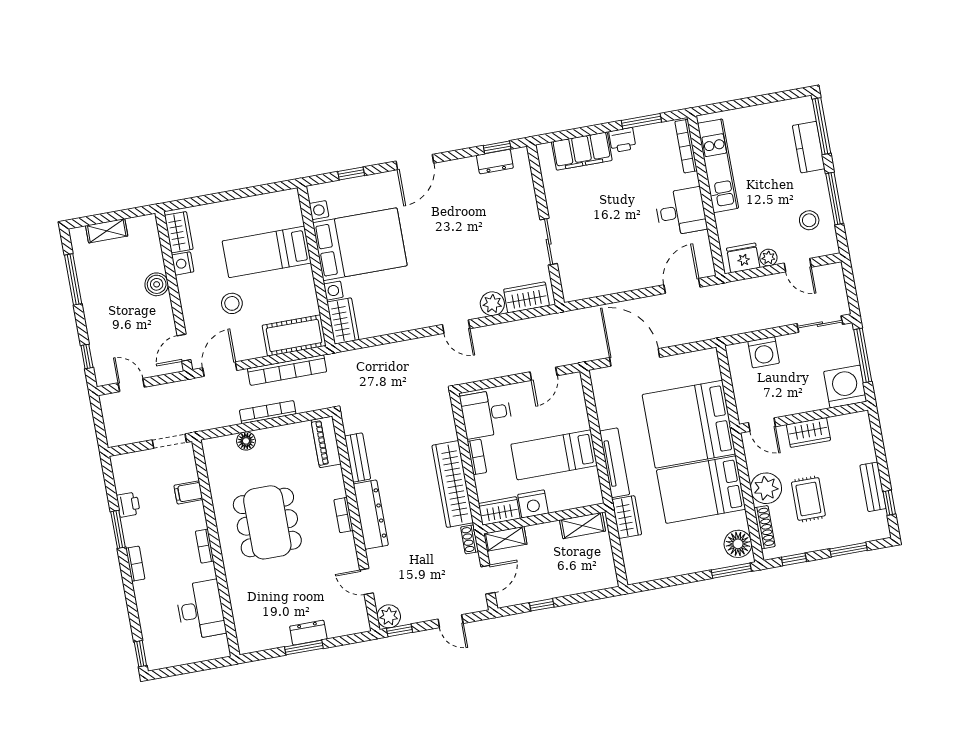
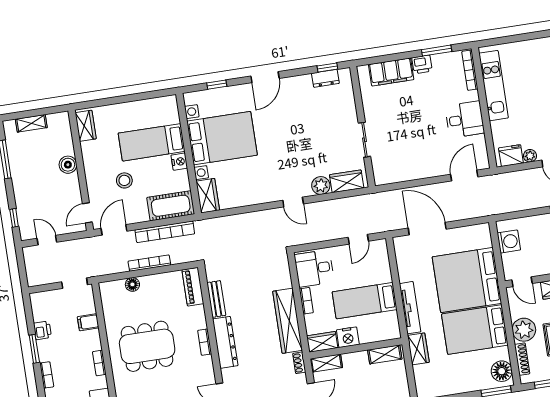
nightstand: (183, 263) -> (179, 162), moved, turned 180
washing machine: (764, 352) -> (509, 241), moved, turned -90
dining table: (267, 522) -> (147, 346), turned 90

